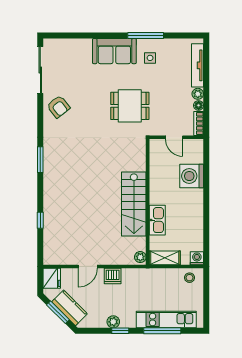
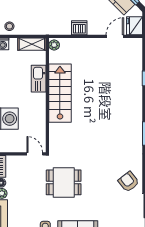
door: (174, 137) -> (35, 154), moved
door: (88, 266) -> (115, 36), moved

